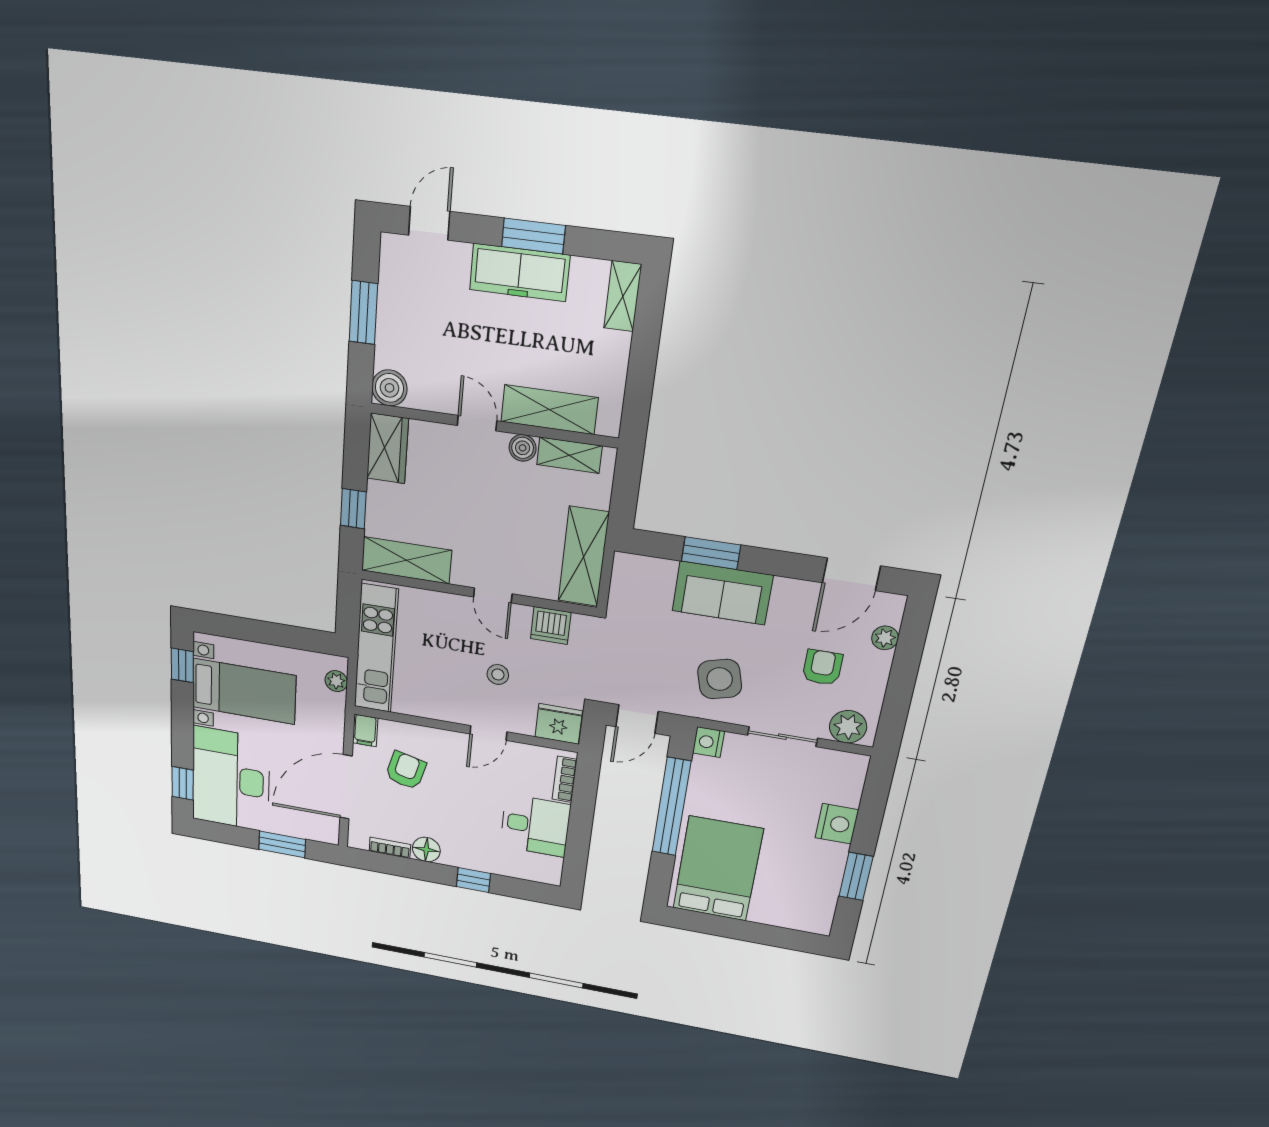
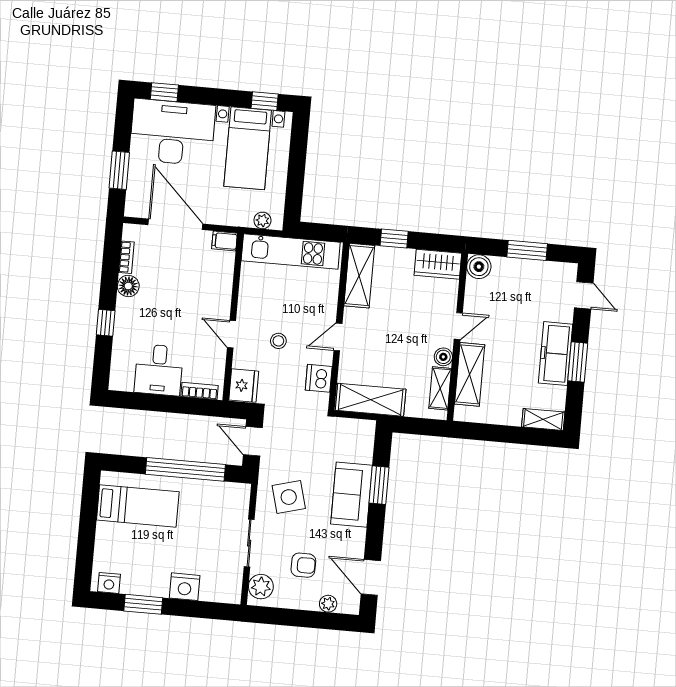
nightstand: (708, 742) -> (109, 583), moved, turned 180
armchair: (406, 770) -> (194, 271), removed
bed: (718, 869) -> (138, 506), width x0.67

